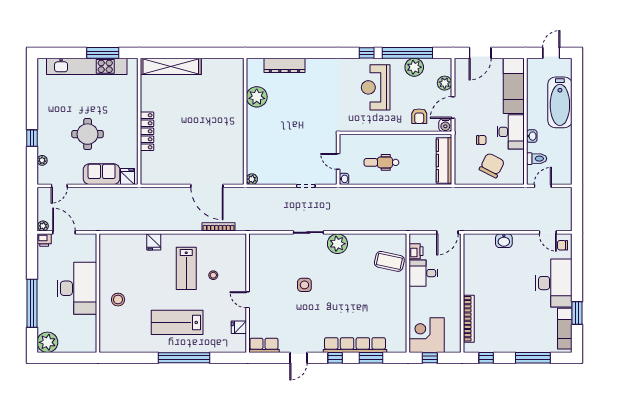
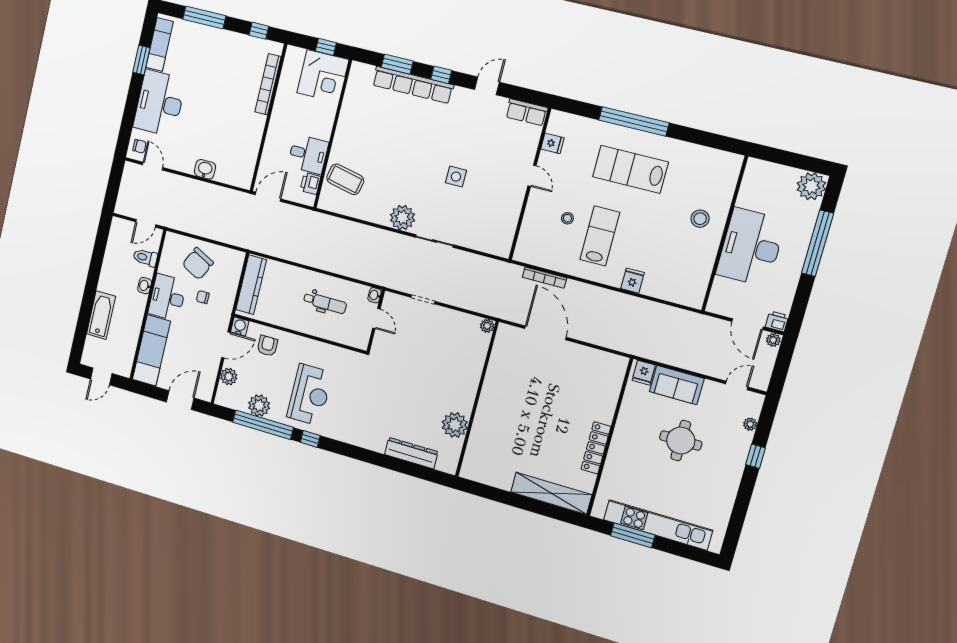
bathtub: (560, 102) -> (101, 315), width x0.73, depth x0.73
locker: (147, 131) -> (596, 448), moved
lab bench: (177, 322) -> (630, 169), turned 180

